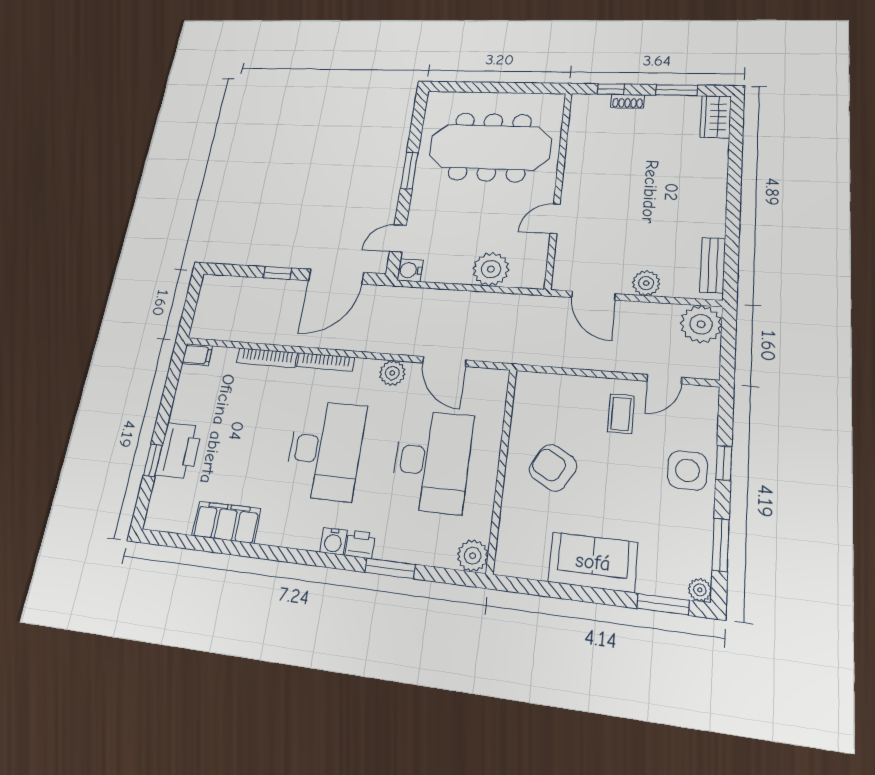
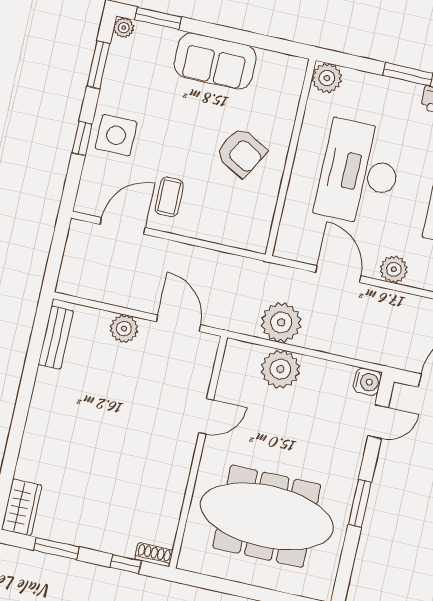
shoe rack: (628, 101) -> (154, 555), moved
plant: (701, 324) -> (281, 322), moved
door: (664, 379) -> (123, 226), width x1.38

